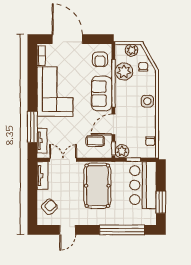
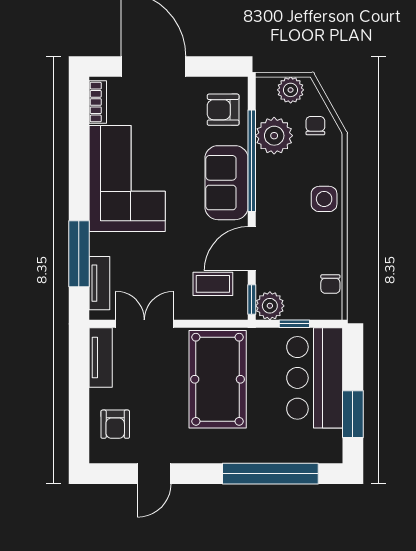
armchair: (100, 59) -> (223, 110), turned 90
armchair: (49, 207) -> (115, 424), turned 133

